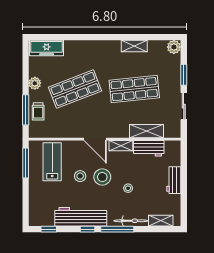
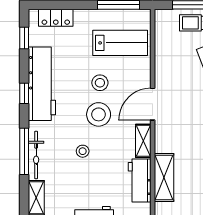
locker: (35, 207) -> (56, 18), added
window: (117, 229) -> (24, 151), moved

